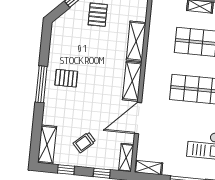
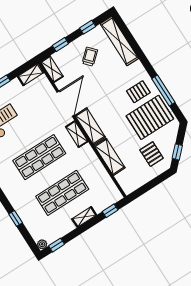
pallet: (74, 48) -> (150, 117), added
window: (41, 84) -> (163, 90), moved
shelving: (149, 84) -> (77, 134), added
shelving: (47, 144) -> (119, 41), width x1.47

